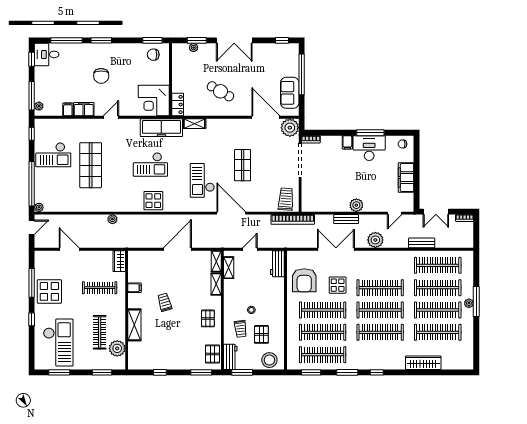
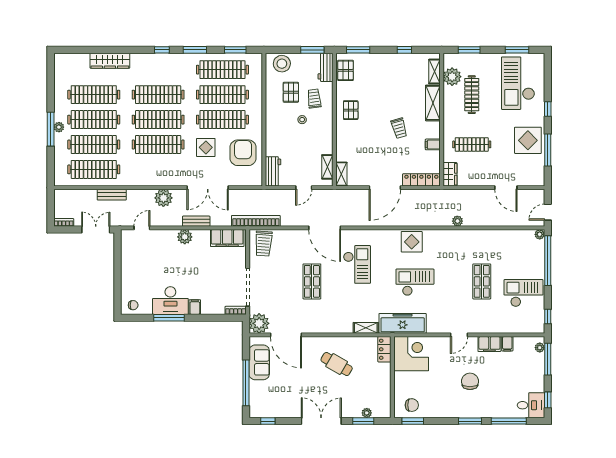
shop shelf: (91, 165) -> (482, 281), width x0.70, depth x0.74
filing cabinet: (406, 178) -> (227, 238), moved, turned 90
locker: (145, 256) -> (421, 180), added
shelving: (216, 284) -> (434, 72), moved

